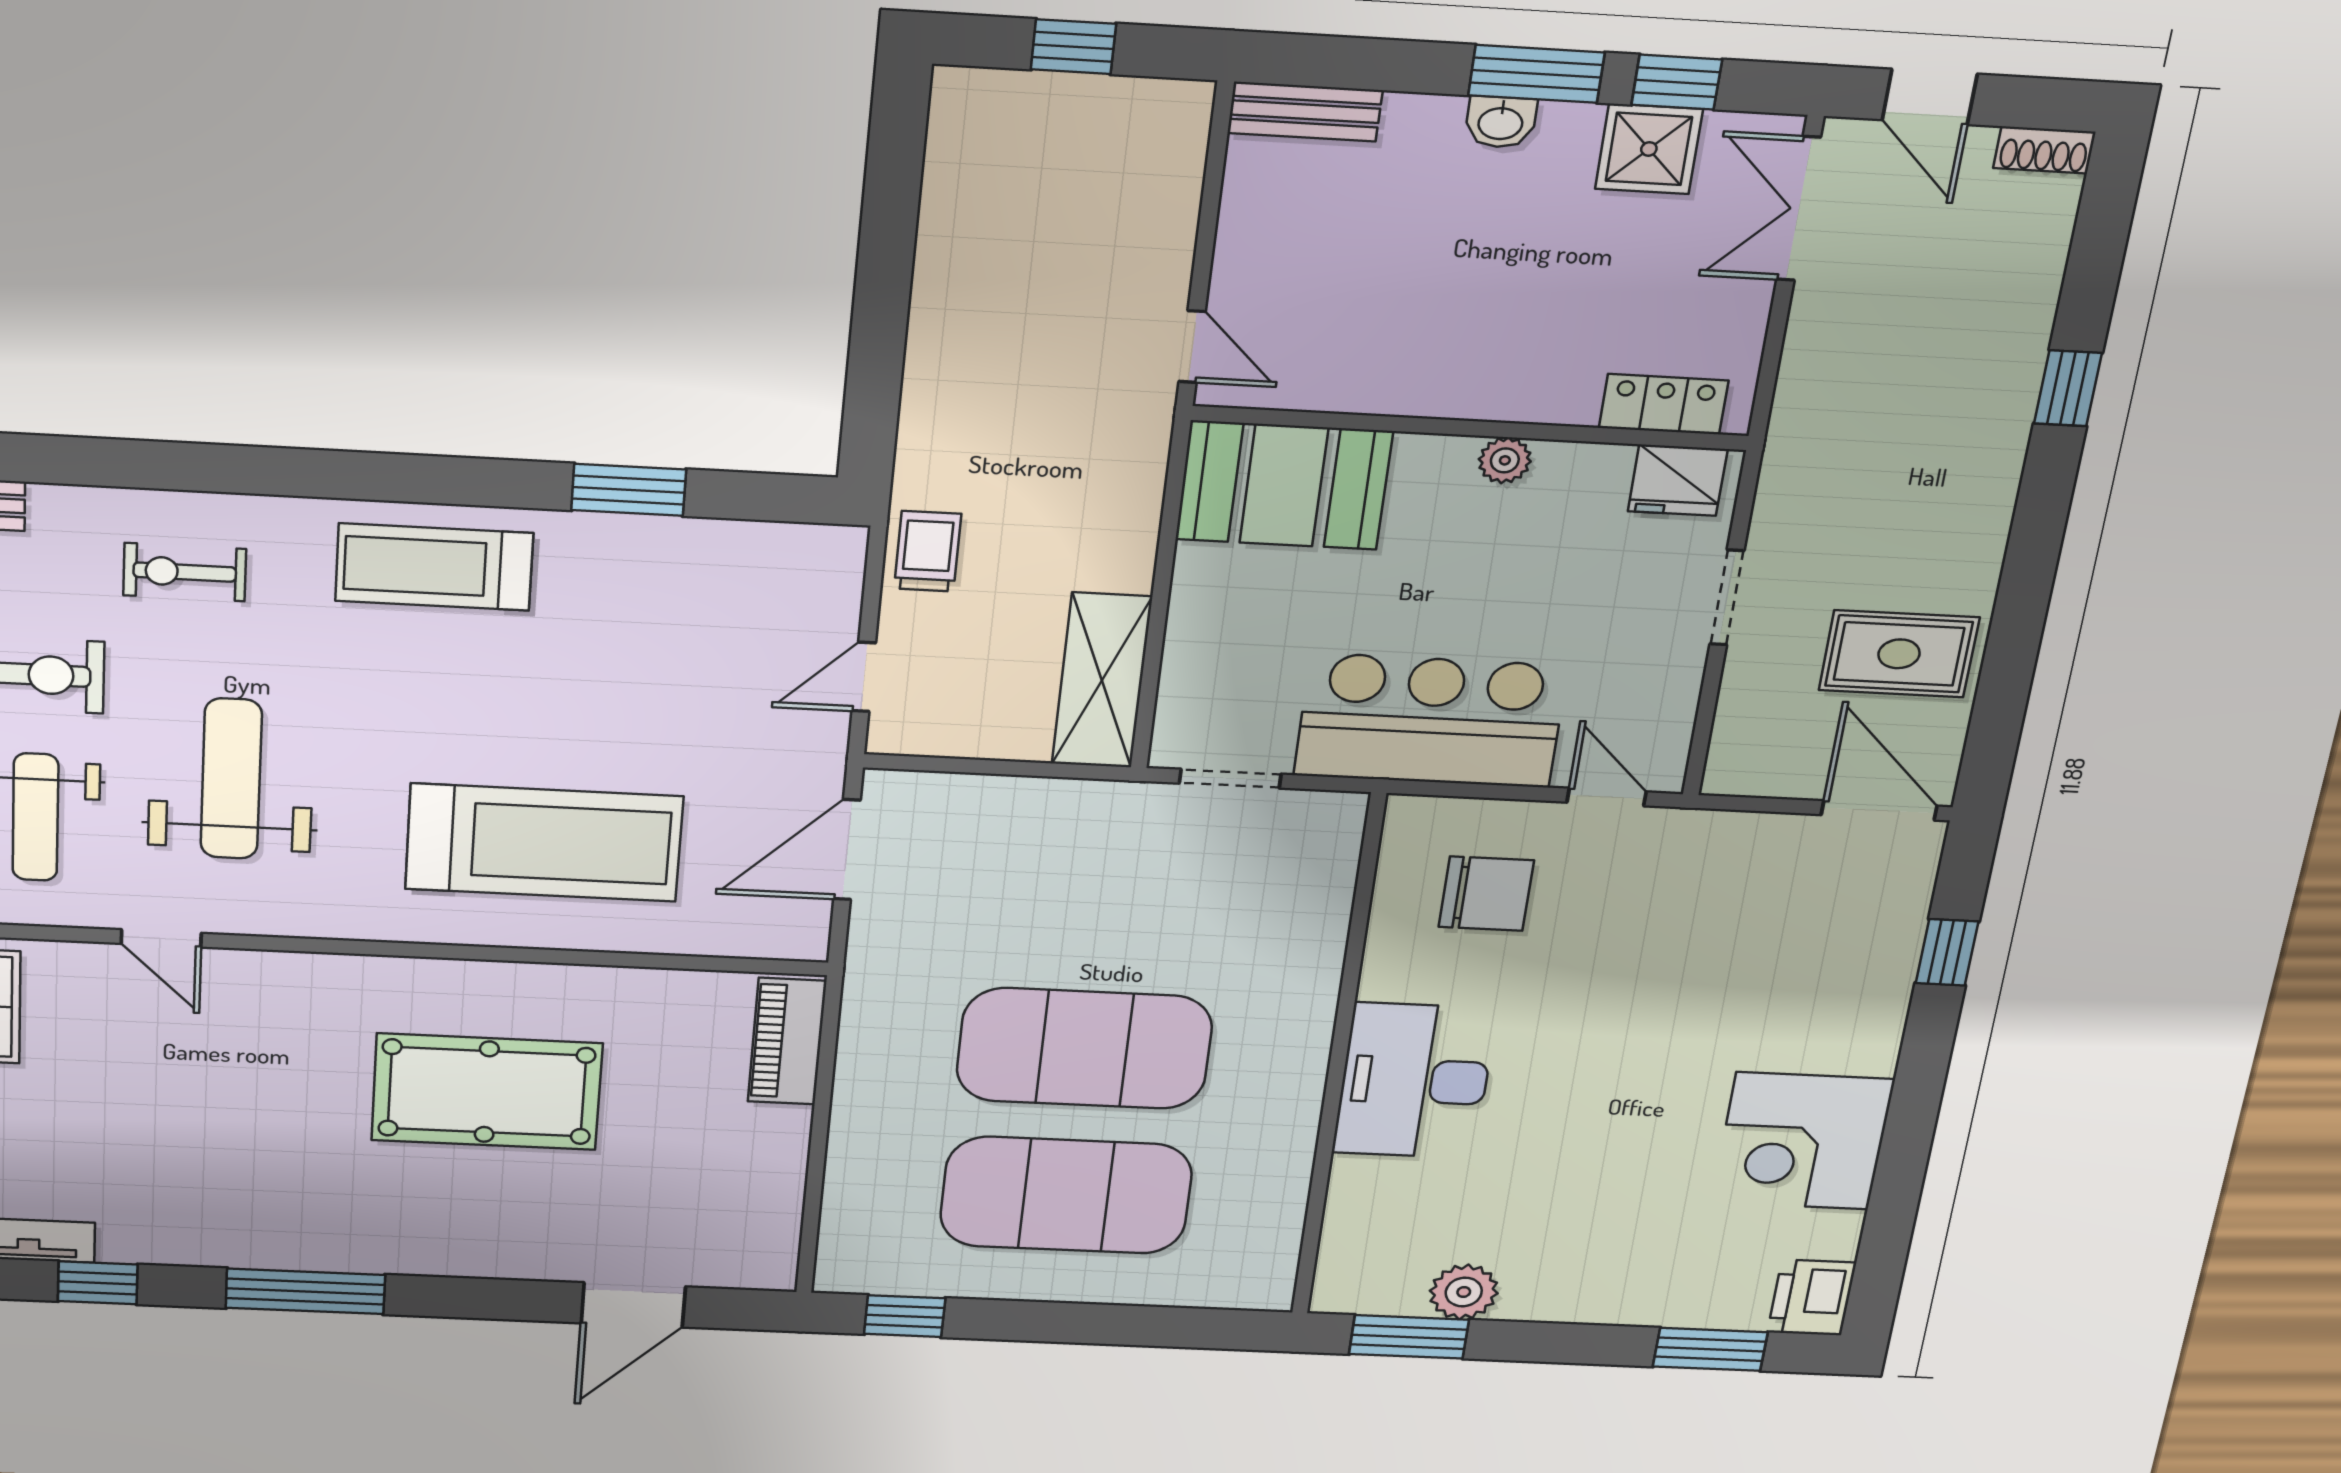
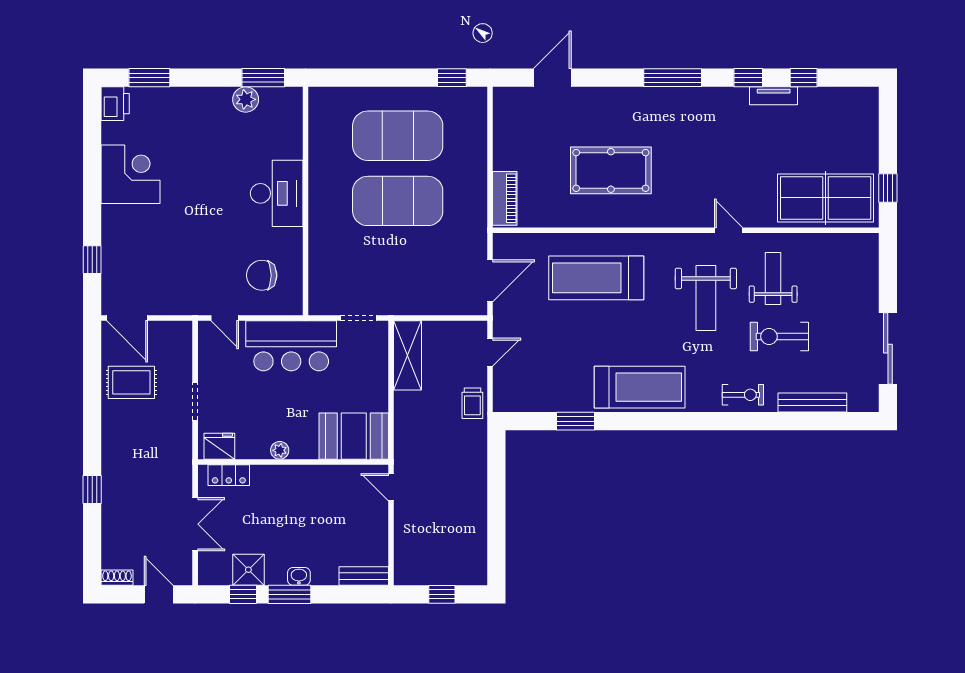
double door: (1799, 209) -> (195, 524), moved
treadmill: (434, 567) -> (640, 387), width x1.37, depth x1.38
exercise bike: (185, 572) -> (743, 395), moved

